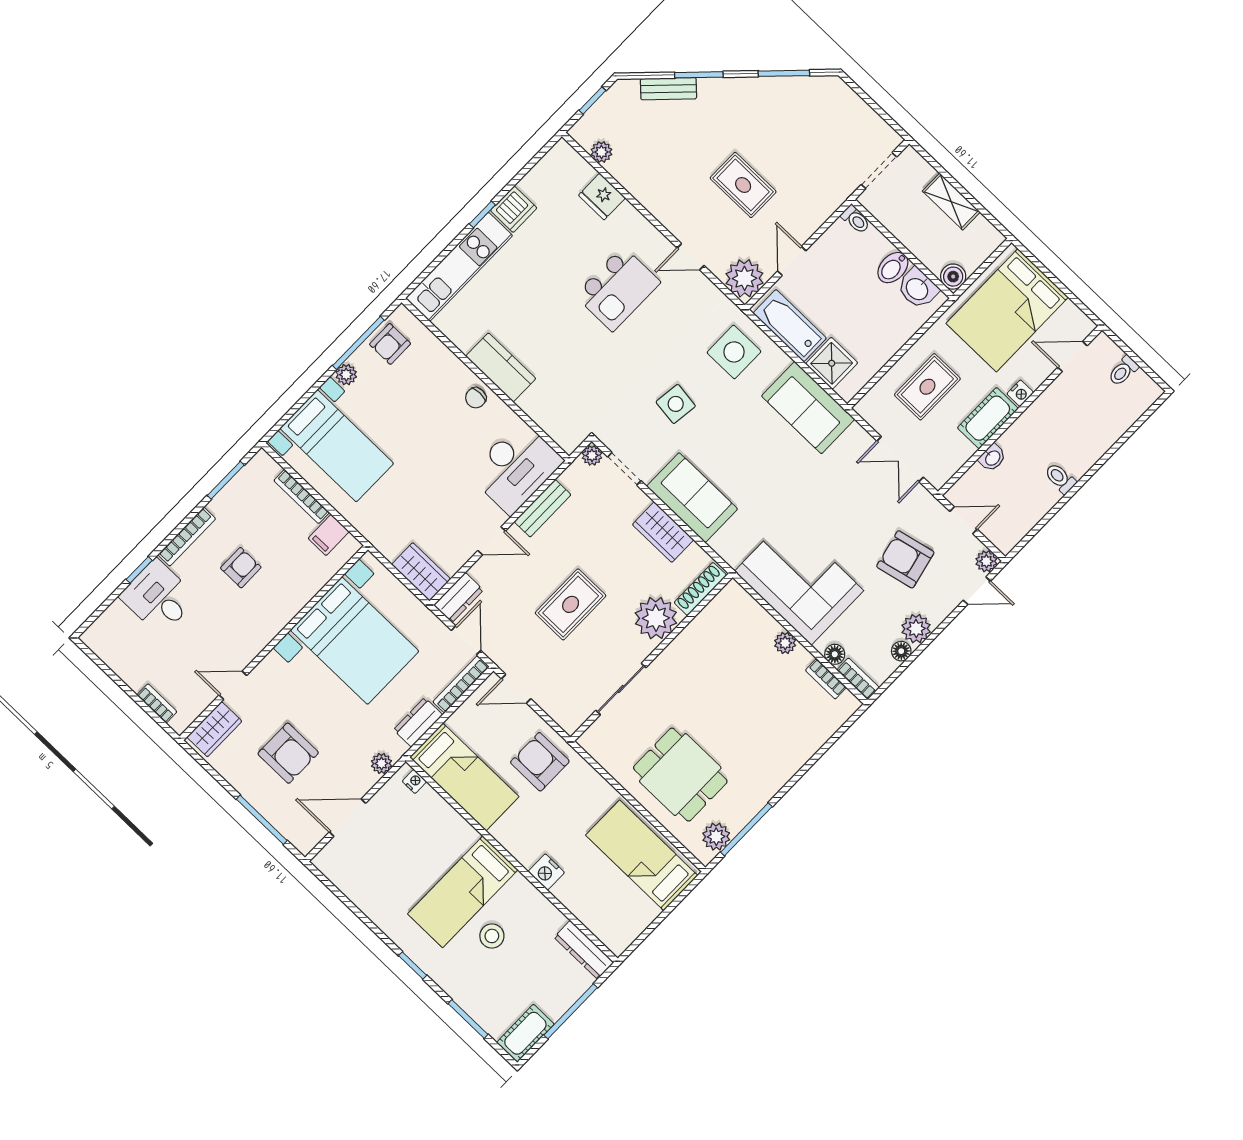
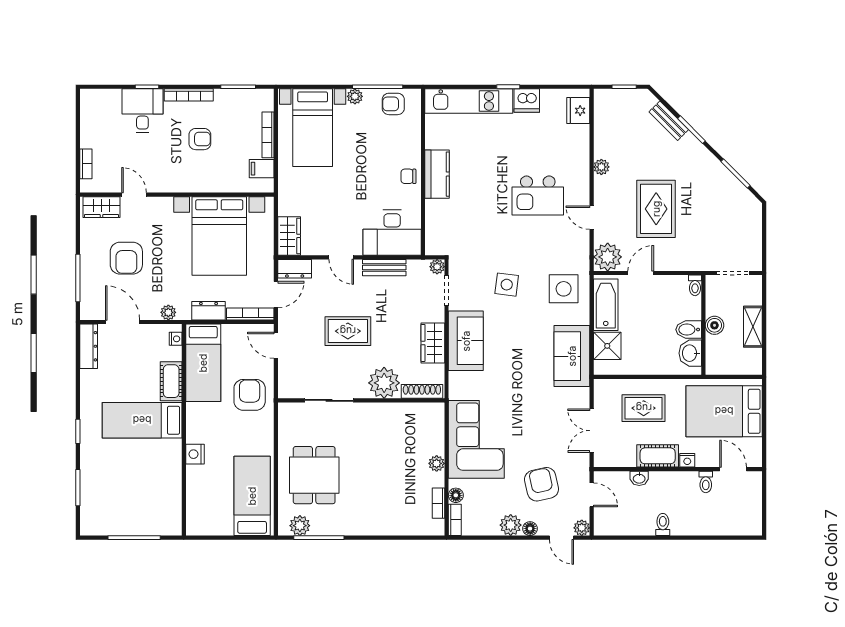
plant: (601, 152) -> (601, 167), moved
rug: (743, 185) -> (656, 209), width x1.36, depth x1.43
fridge: (602, 197) -> (578, 111), moved
boiler: (953, 277) -> (714, 325), moved
toilet: (1123, 371) -> (706, 482), moved, turned -90
floor lamp: (901, 651) -> (530, 529), moved
stool: (492, 936) -> (134, 458), removed
dresser: (584, 950) -> (89, 346), moved, turned 180
cot: (525, 1033) -> (171, 381), moved, turned 90

